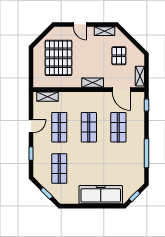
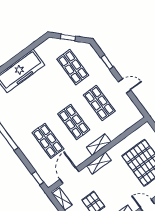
door: (121, 90) -> (69, 175), hinge flipped
shelving: (47, 97) -> (99, 145), moved
door: (31, 126) -> (124, 86), swing flipped

